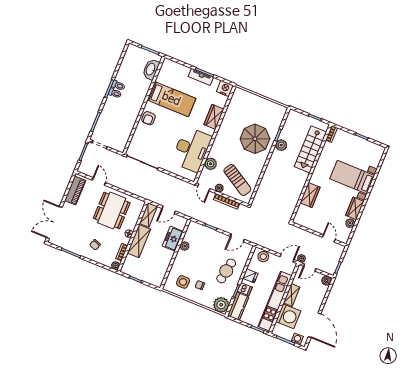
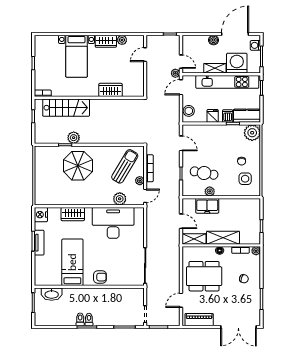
door: (287, 258) -> (181, 87), hinge flipped
cafe table: (226, 271) -> (204, 173), moved
boiler: (327, 281) -> (214, 40), moved

